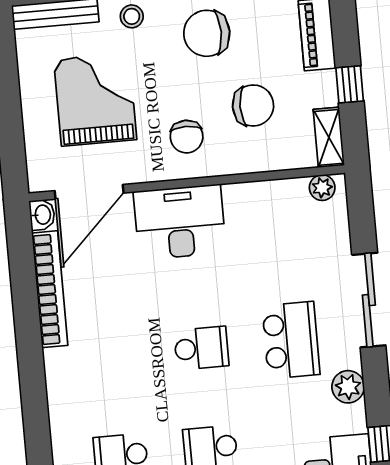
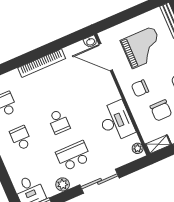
desk: (180, 222) -> (116, 121), moved
bookcase: (50, 289) -> (42, 63), moved
school desk: (291, 340) -> (74, 156), turned 180

